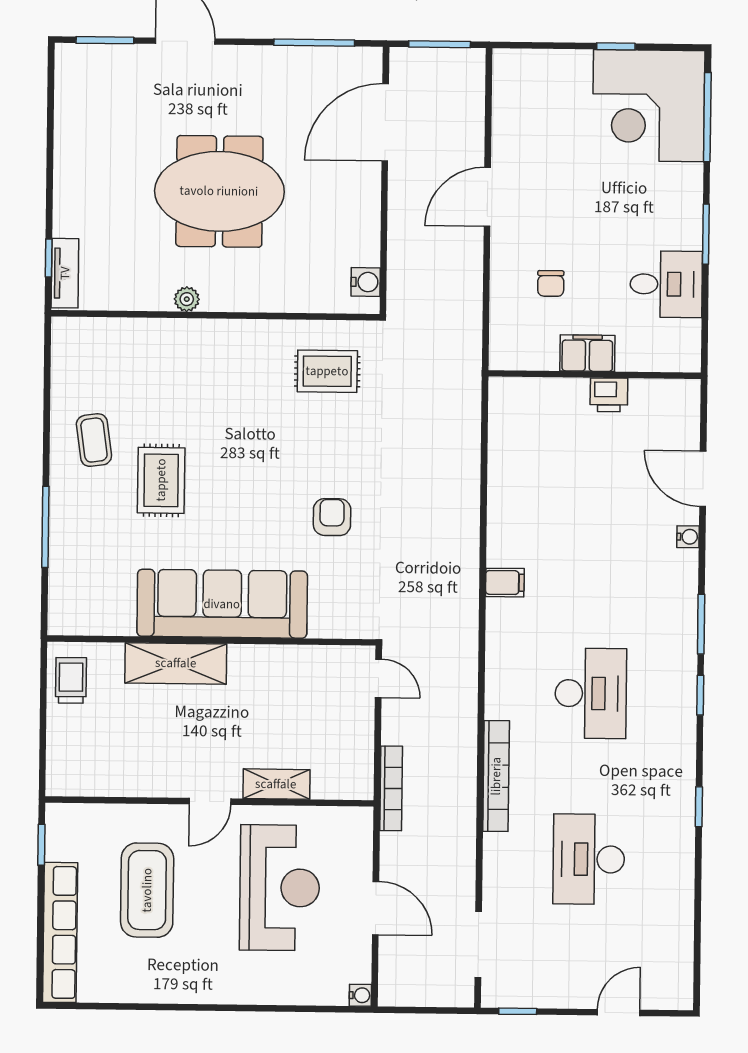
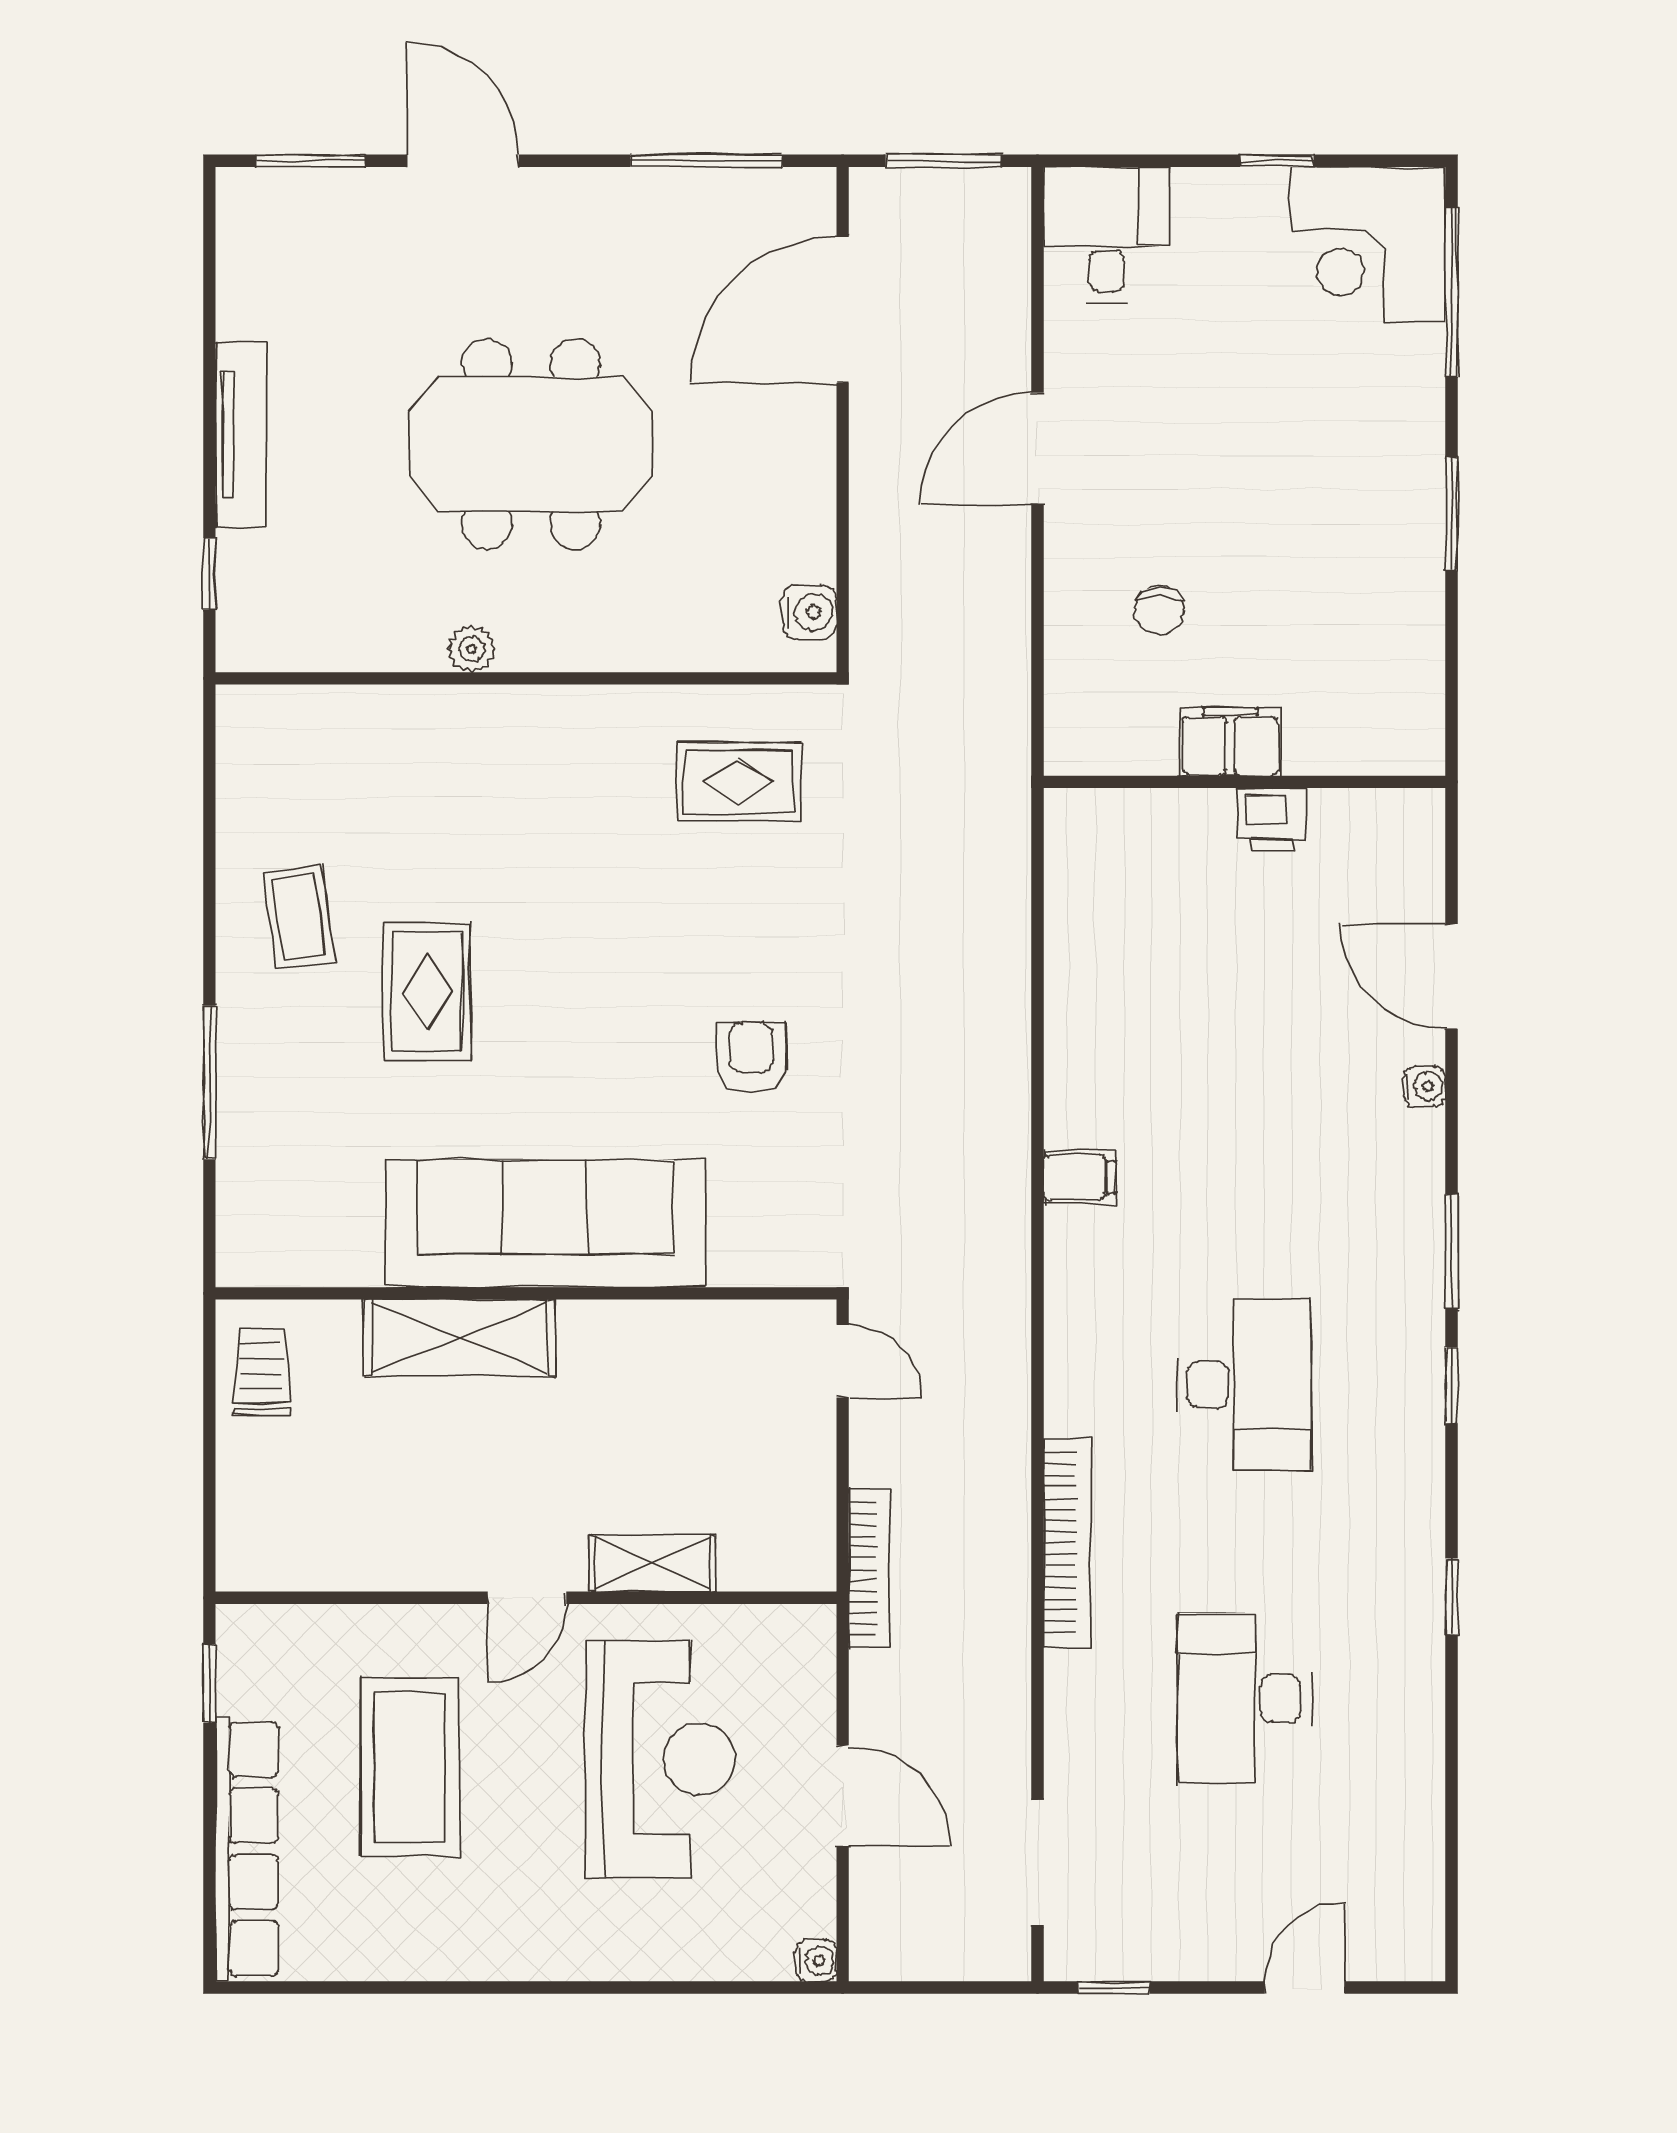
corner desk: (649, 106) -> (1368, 244), width x0.74, depth x0.74
tv unit: (65, 273) -> (241, 434), moved, width x1.41
desk: (666, 284) -> (1106, 235), moved, turned -90

